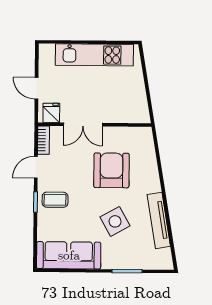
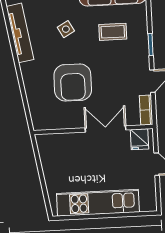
coffee table: (55, 200) -> (113, 32), moved
side table: (115, 221) -> (66, 29), width x0.54, depth x0.54

